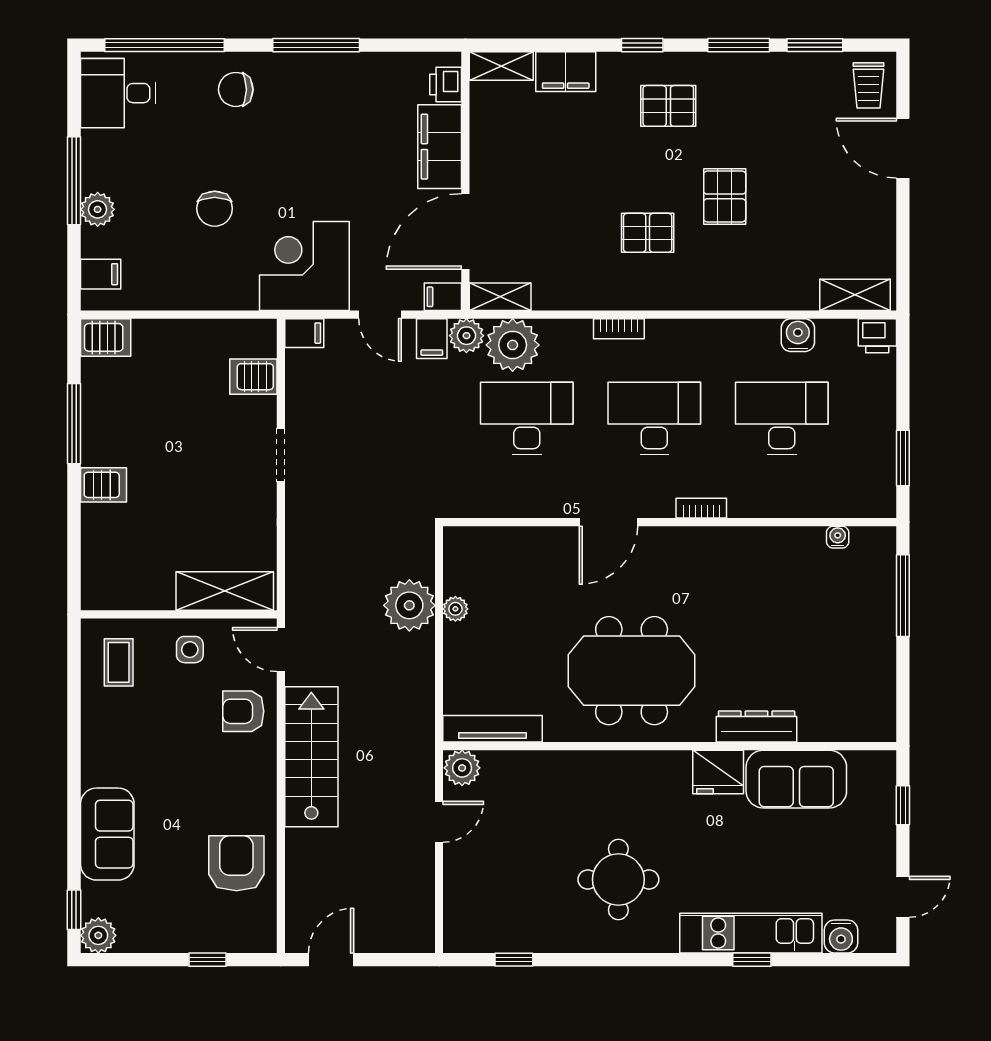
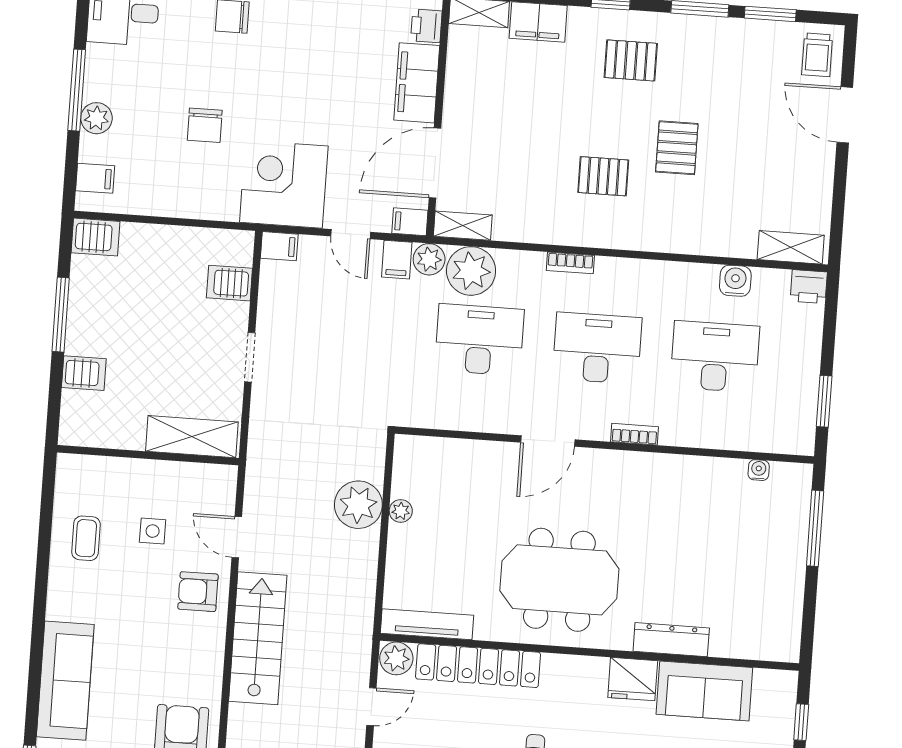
shelving: (225, 591) -> (192, 437), moved
wall: (179, 614) -> (148, 455), moved
locker: (551, 769) -> (478, 666), added
sofa: (107, 834) -> (65, 681), width x1.36

